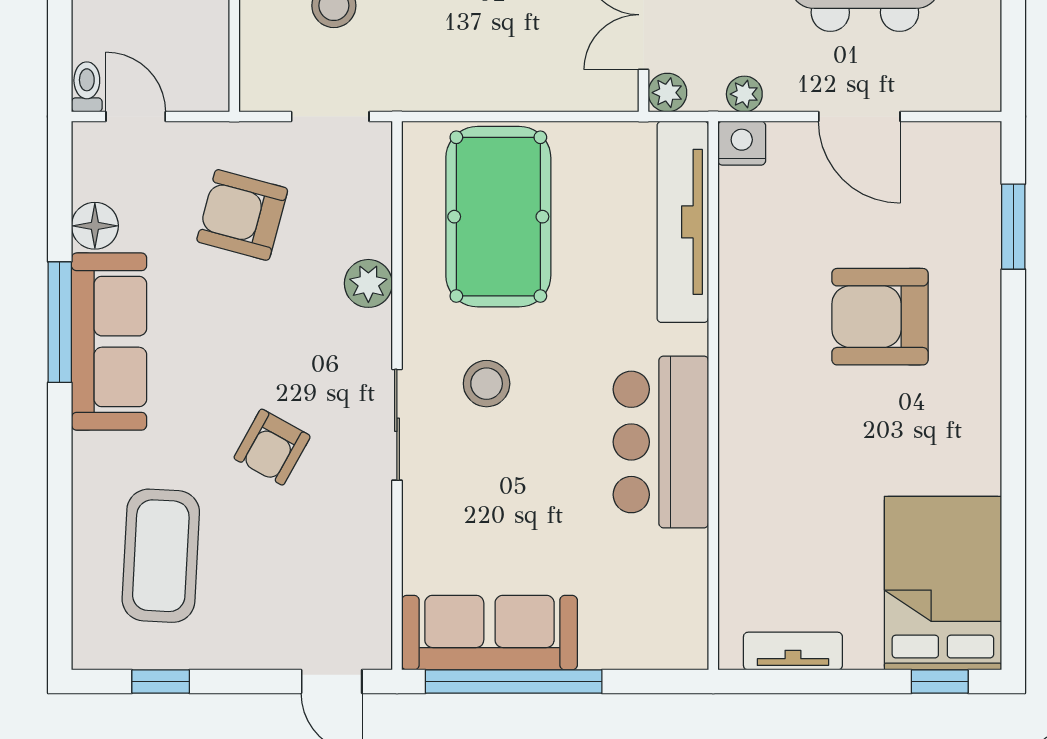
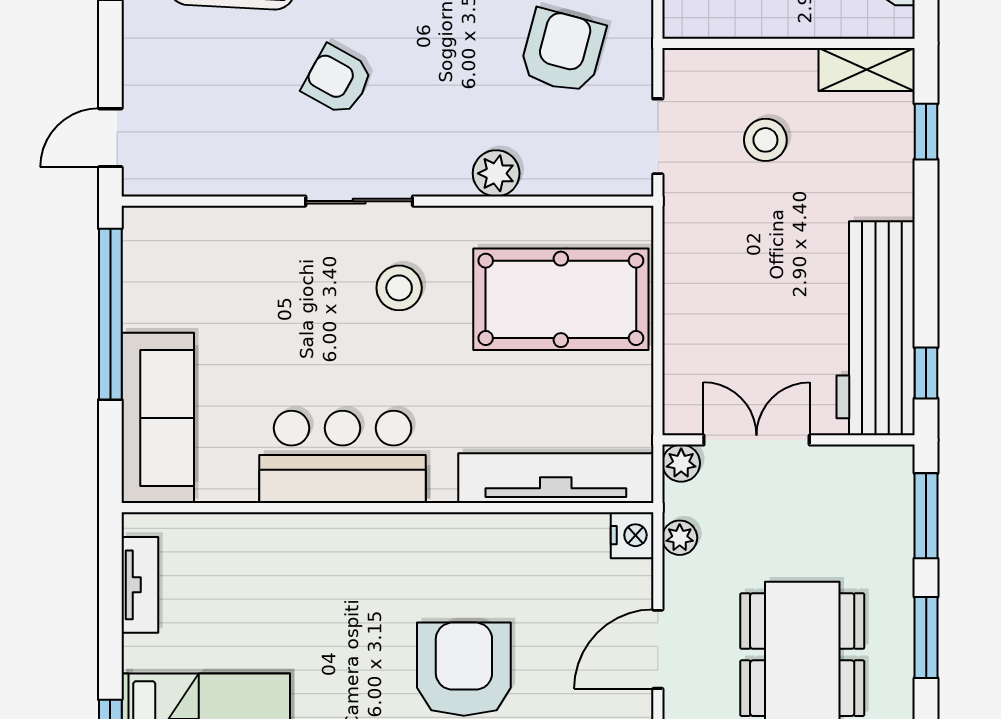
sofa: (489, 633) -> (158, 418), moved

